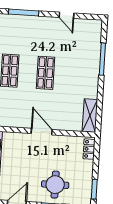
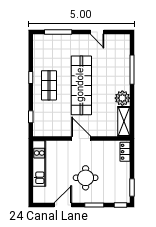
shop shelf: (46, 73) -> (81, 85), width x2.00, depth x1.36
plant: (90, 90) -> (122, 98), added
round table: (55, 185) -> (86, 178), moved

